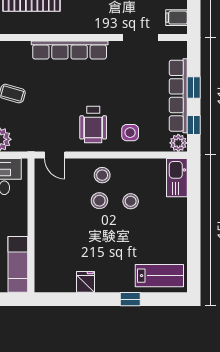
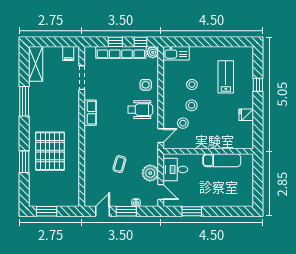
row of seats: (70, 50) -> (90, 113), width x0.50
stool: (102, 175) -> (183, 123), moved
exam couch: (18, 264) -> (222, 160), moved
lab bench: (159, 276) -> (226, 77), moved

